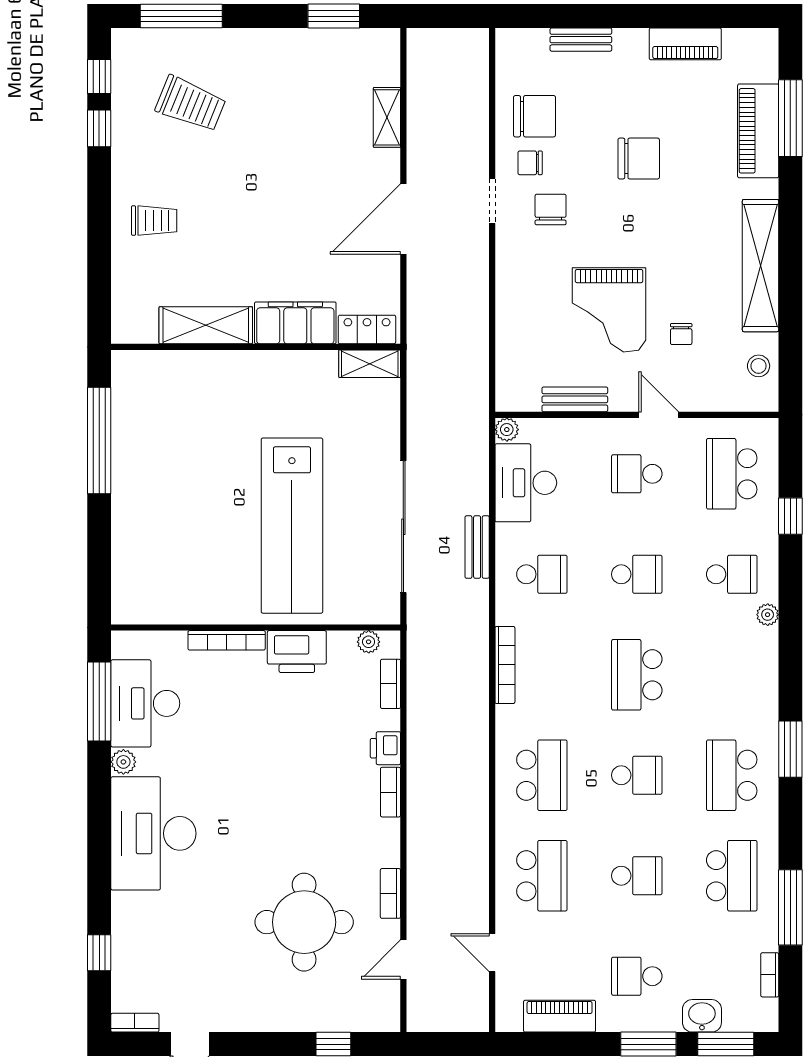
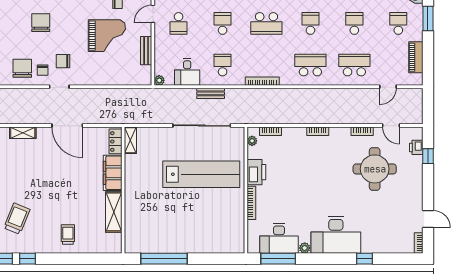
desk: (526, 483) -> (187, 72), width x0.73
printer: (385, 748) -> (416, 147), moved, turned 90
window: (99, 953) -> (364, 259), moved
school desk: (637, 976) -> (398, 23), turned 180

